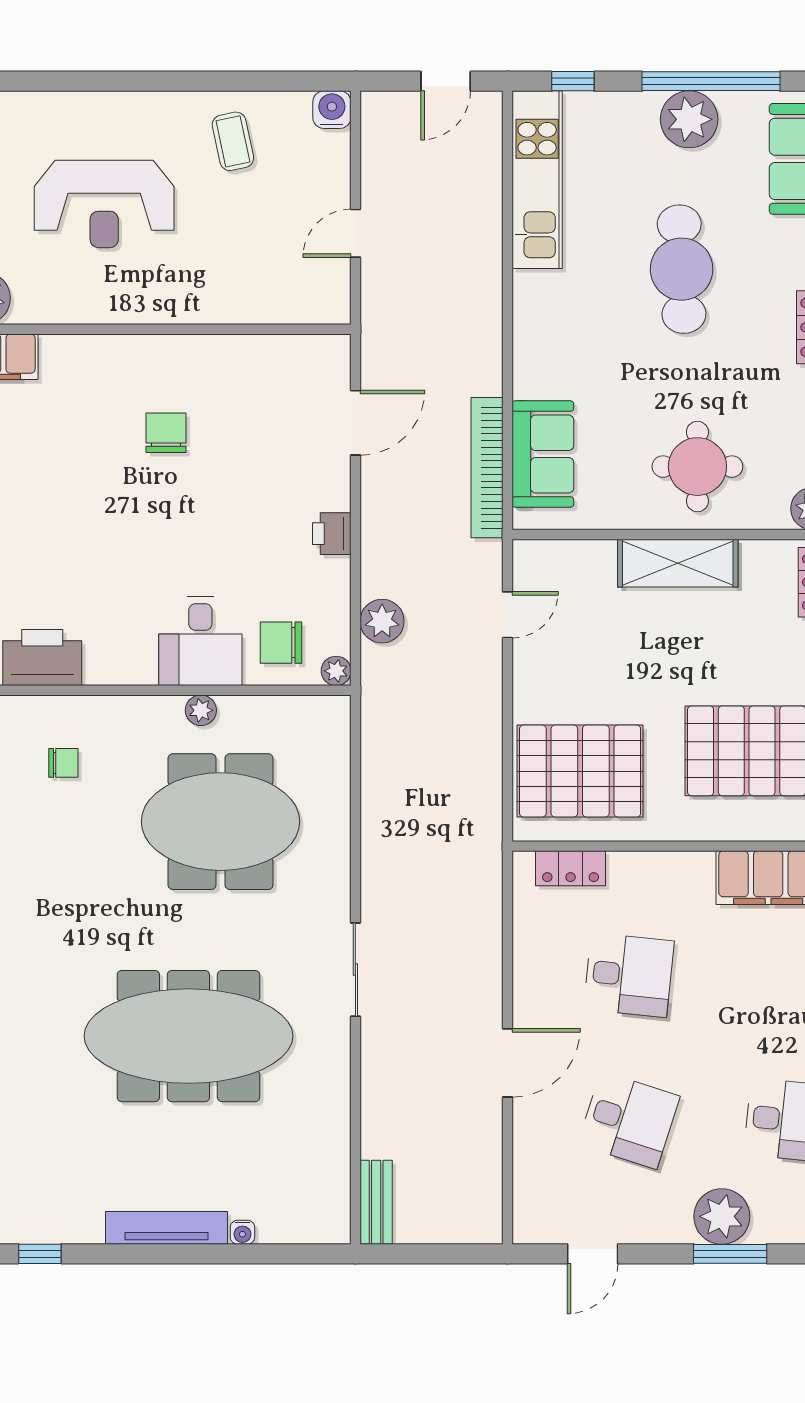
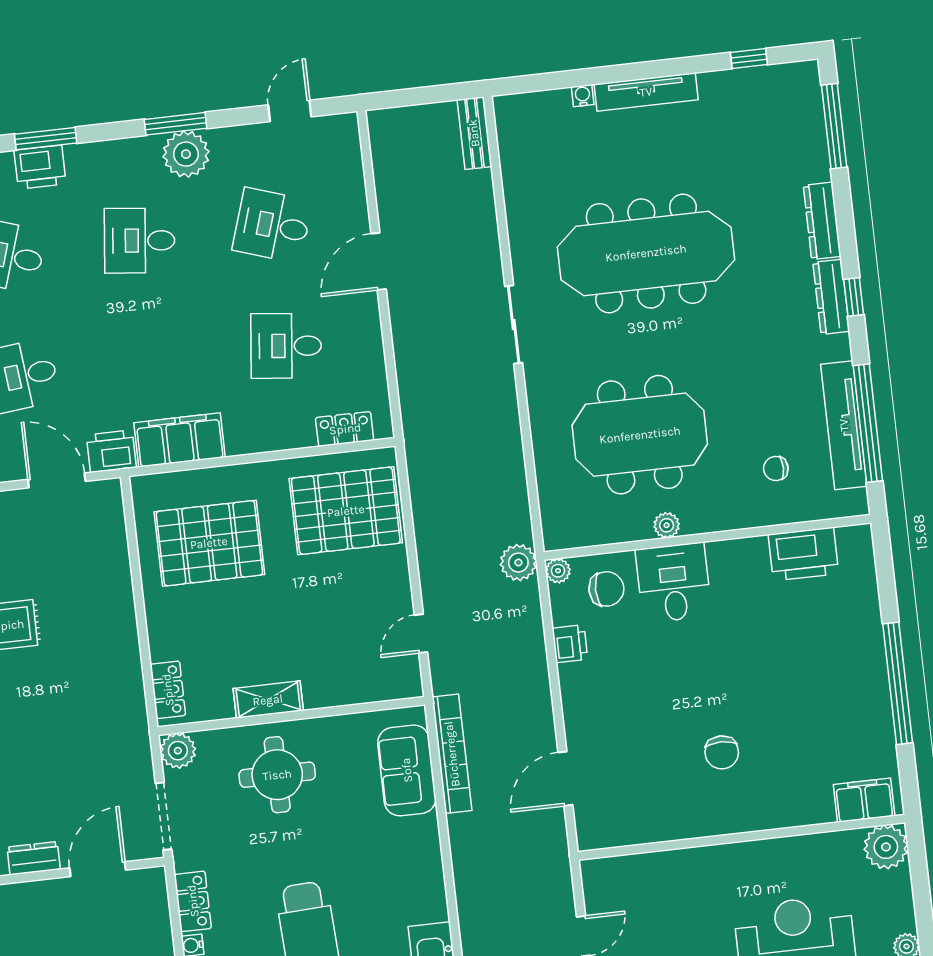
printer: (332, 534) -> (570, 644), moved
shelving: (678, 563) -> (268, 700), width x0.67, depth x0.75
plant: (382, 621) -> (518, 563), moved

